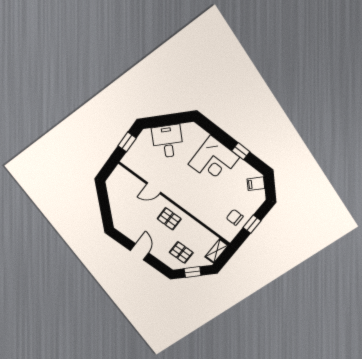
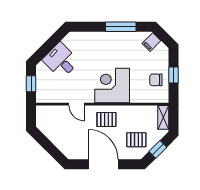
window: (241, 151) -> (121, 27), width x2.17
corner desk: (214, 161) -> (112, 86), moved, turned 180
door: (154, 188) -> (77, 104), hinge flipped
door: (140, 252) -> (103, 164), width x1.87

